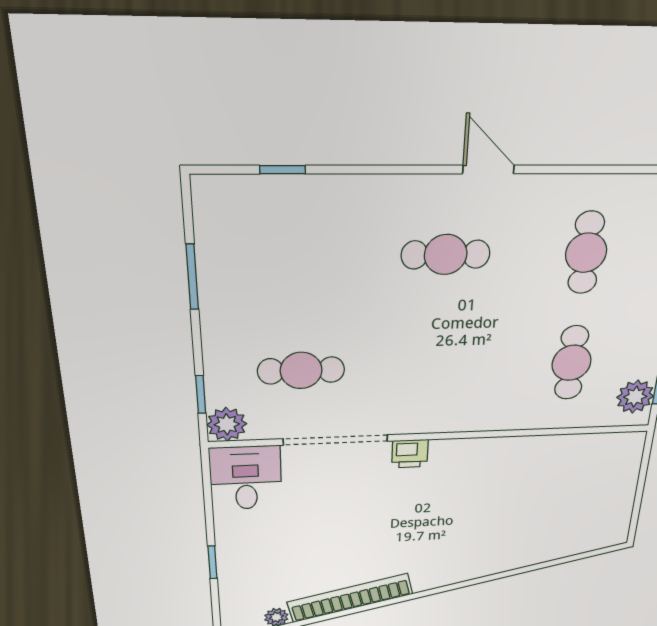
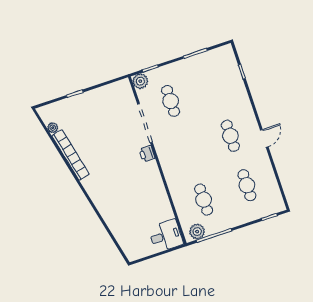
cafe table: (586, 253) -> (247, 185), turned 90
cafe table: (572, 363) -> (204, 200), turned 90
desk: (246, 478) -> (166, 236), moved

